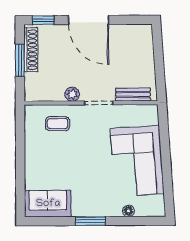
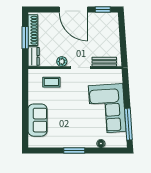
window: (43, 20) -> (103, 9), moved
dresser: (32, 87) -> (34, 56), added
window: (168, 183) -> (128, 124), added
sofa: (48, 204) -> (37, 120), moved, turned 90

